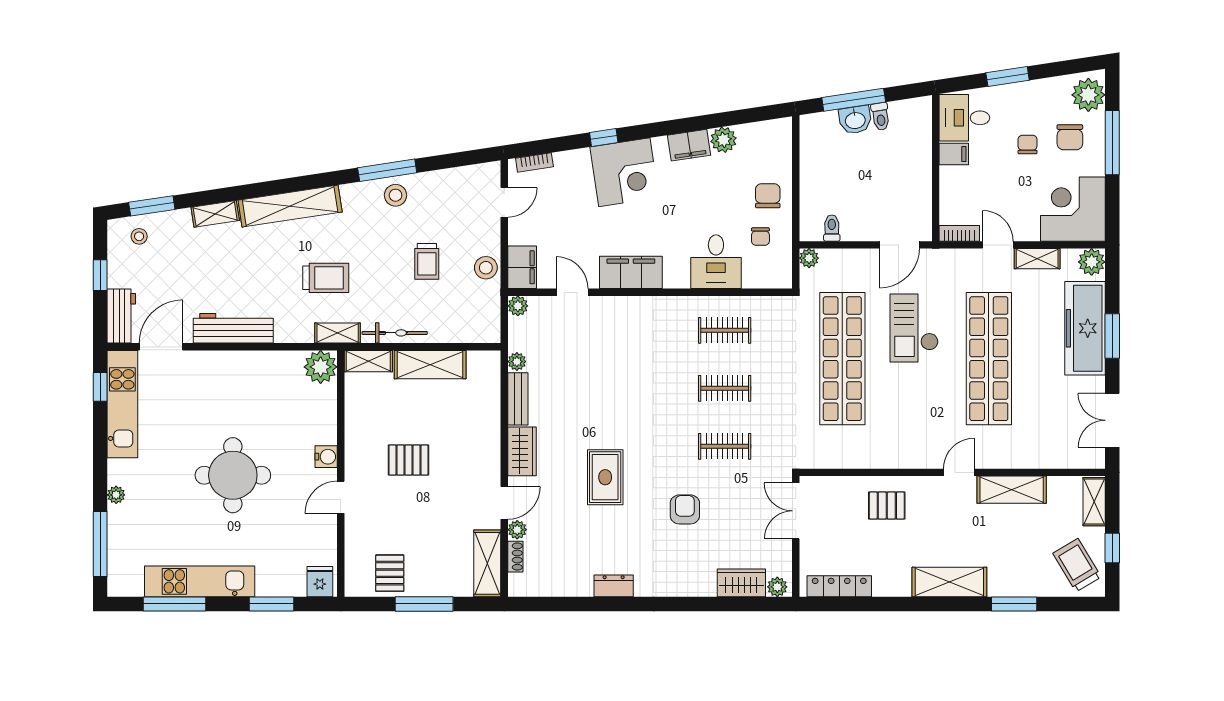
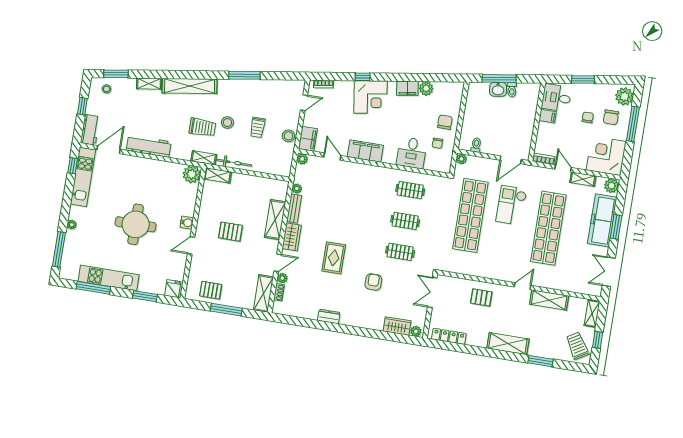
stool: (396, 195) -> (227, 123), moved
shelving: (430, 365) -> (275, 220), moved, turned 90
pallet: (390, 573) -> (211, 290), turned 90

